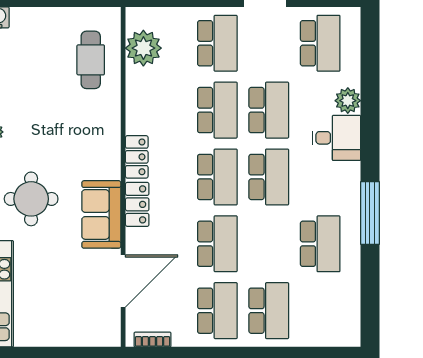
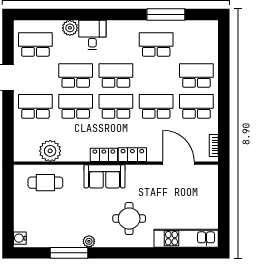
plant: (143, 48) -> (50, 151), moved
window: (370, 213) -> (166, 15), moved
sofa: (101, 214) -> (105, 176), moved

